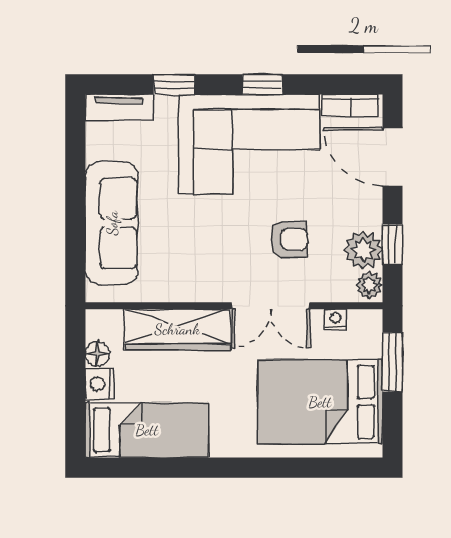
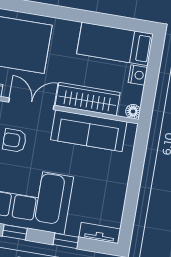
sofa: (112, 223) -> (89, 131), moved, turned -90
floor lamp: (97, 354) -> (133, 111), moved

